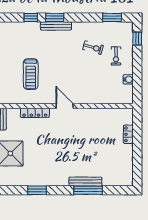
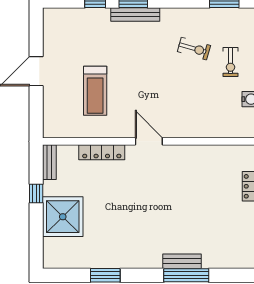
bench: (85, 182) -> (182, 261), width x0.73

